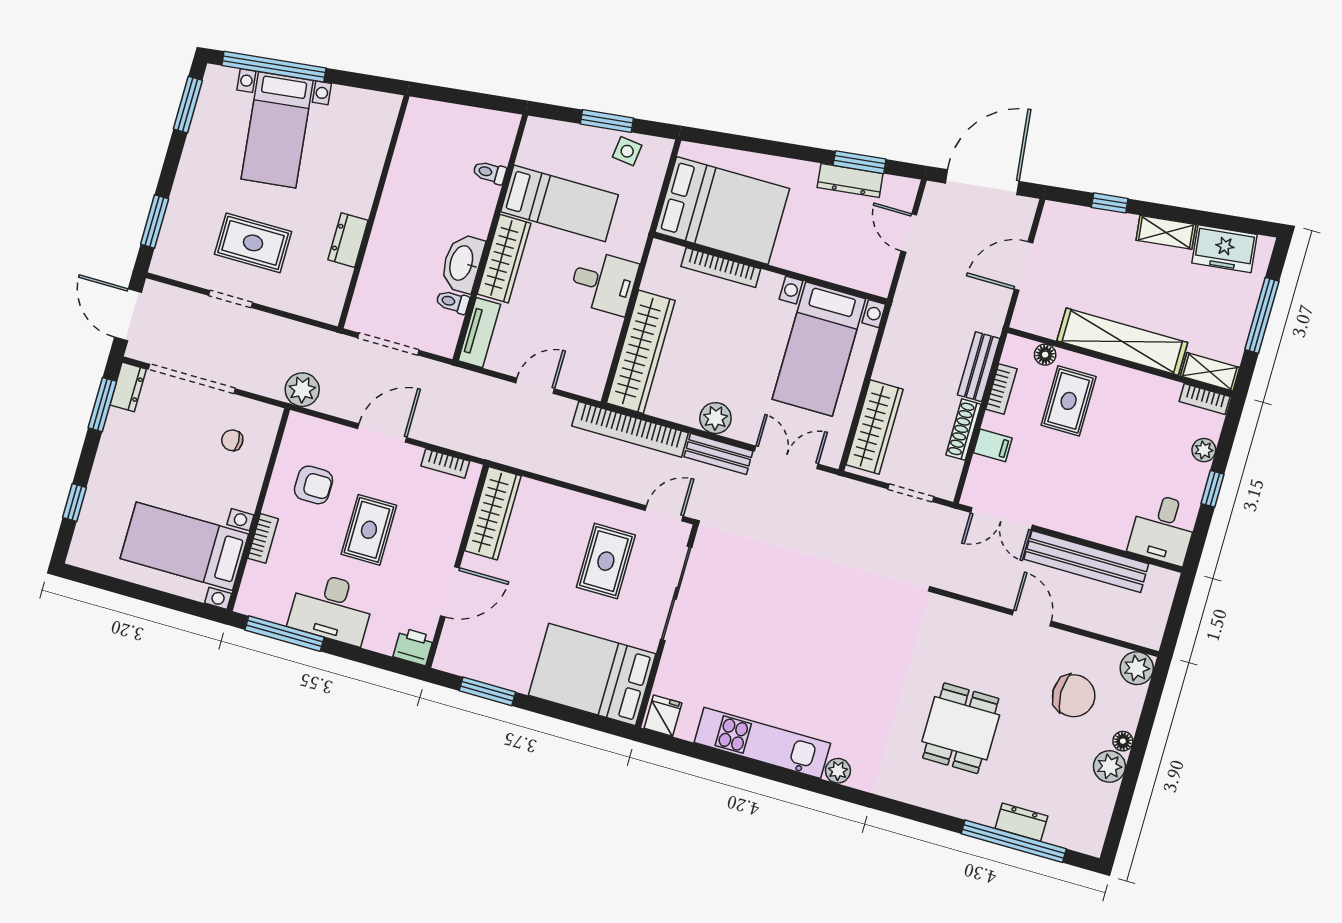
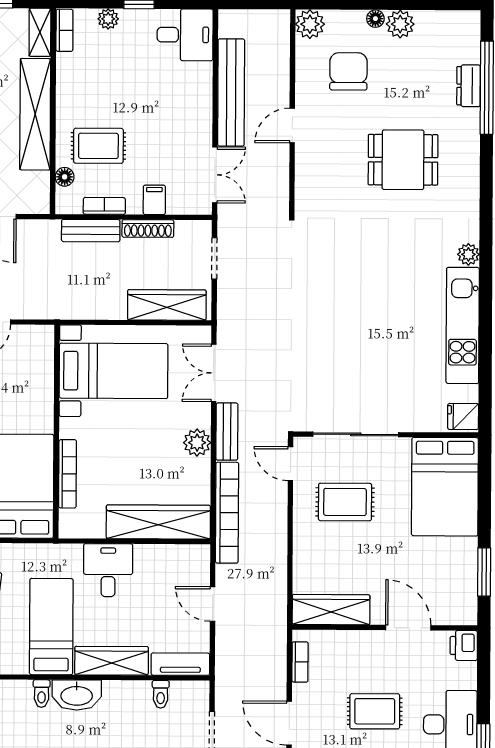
washbasin: (462, 263) -> (77, 695), moved

